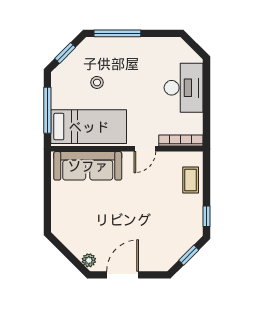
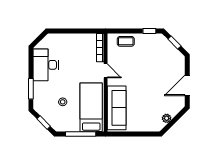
window: (117, 33) -> (31, 89), width x0.69
desk: (184, 88) -> (46, 65), moved, turned -90
plant: (89, 260) -> (167, 118), moved
door: (123, 275) -> (187, 85), hinge flipped

